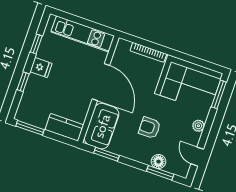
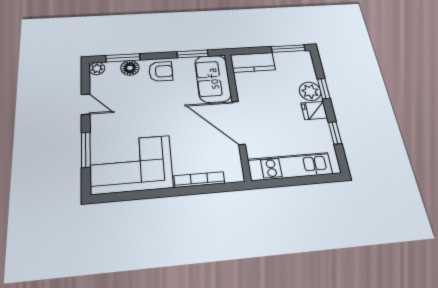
plant: (35, 84) -> (310, 91), added
window: (219, 94) -> (86, 150), moved
plant: (198, 126) -> (97, 69), moved
armchair: (150, 128) -> (161, 71), moved
door: (197, 157) -> (86, 104), moved

